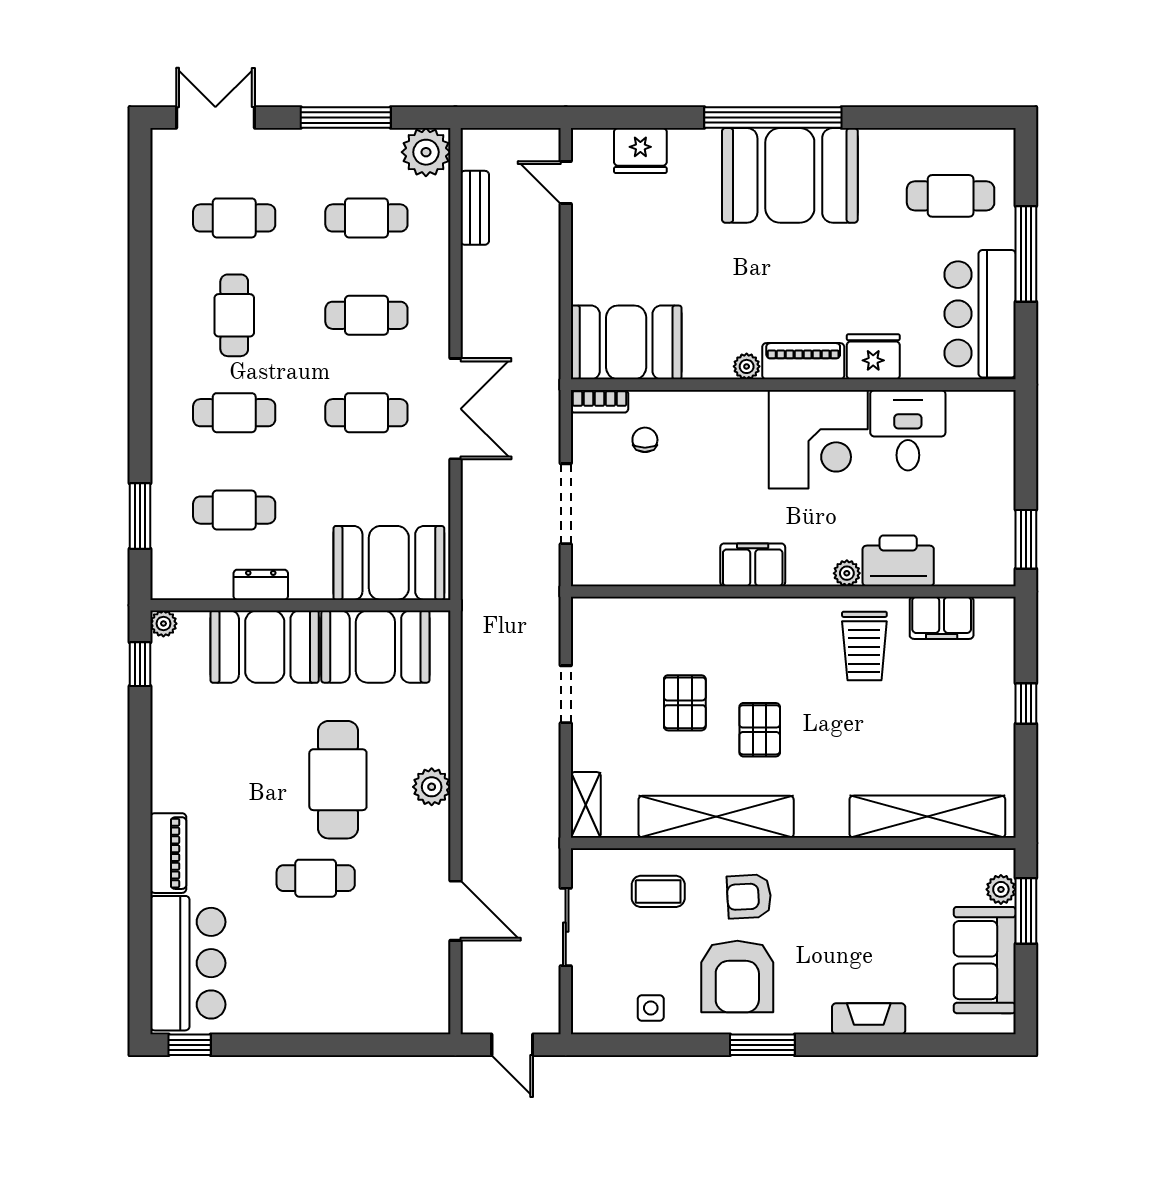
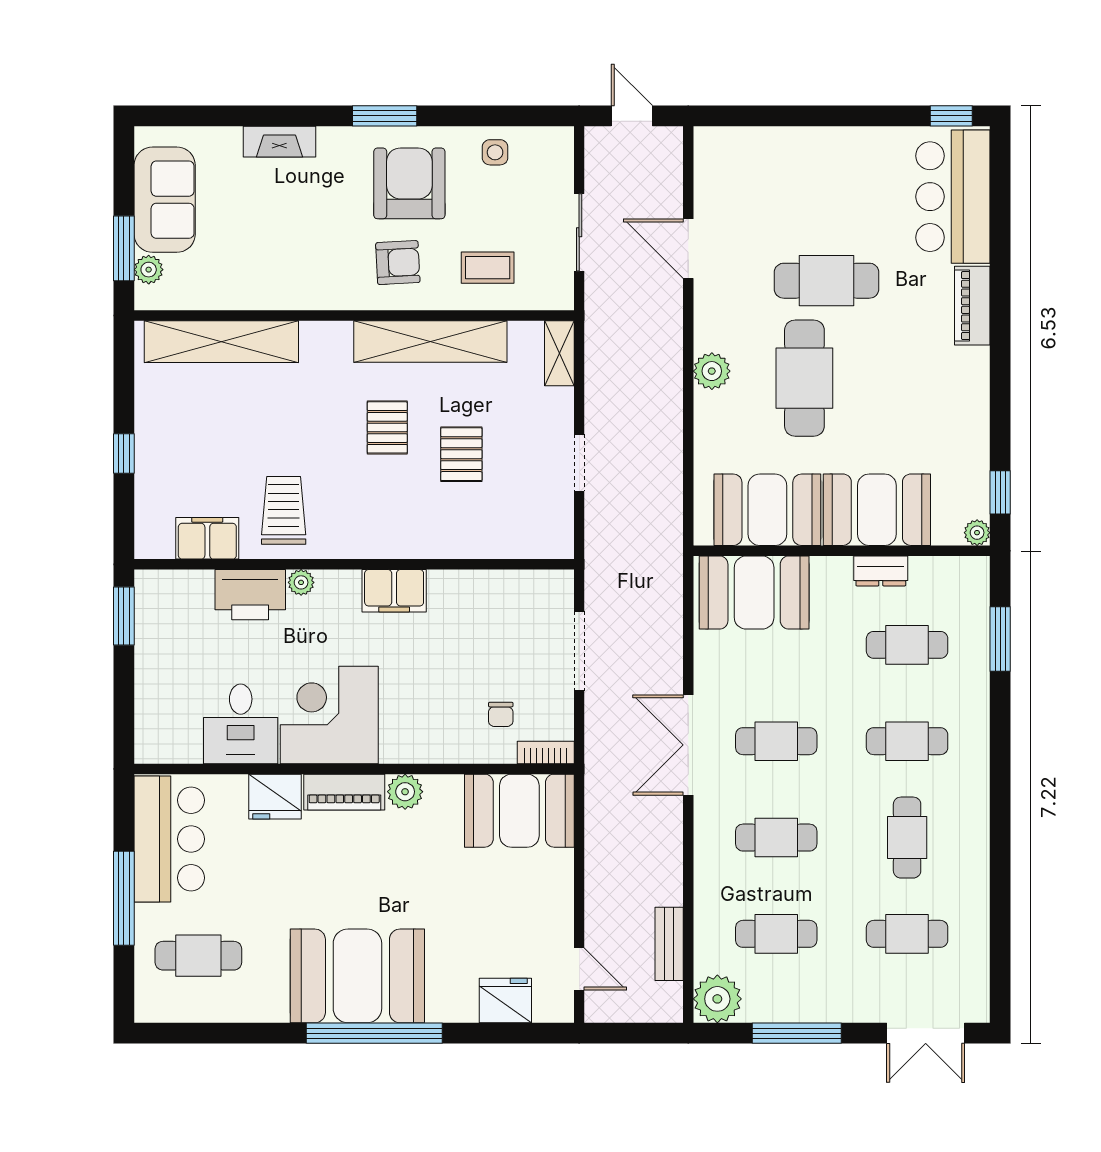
plant: (747, 366) -> (405, 792), width x1.38, depth x1.38
cafe table: (316, 878) -> (827, 281), width x1.37, depth x1.35

